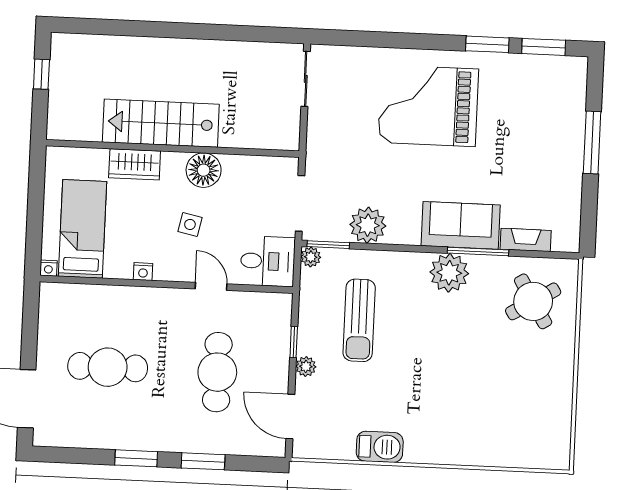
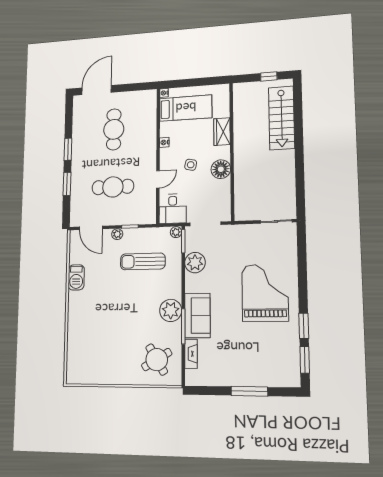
stairs: (161, 123) -> (281, 118), moved, turned 180
door: (290, 417) -> (91, 228), swing flipped

